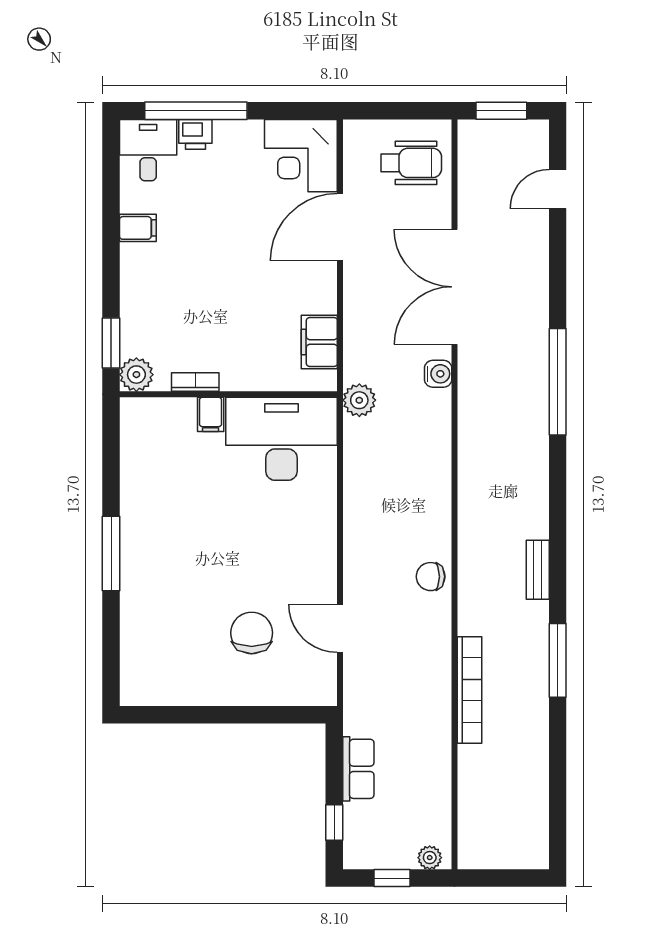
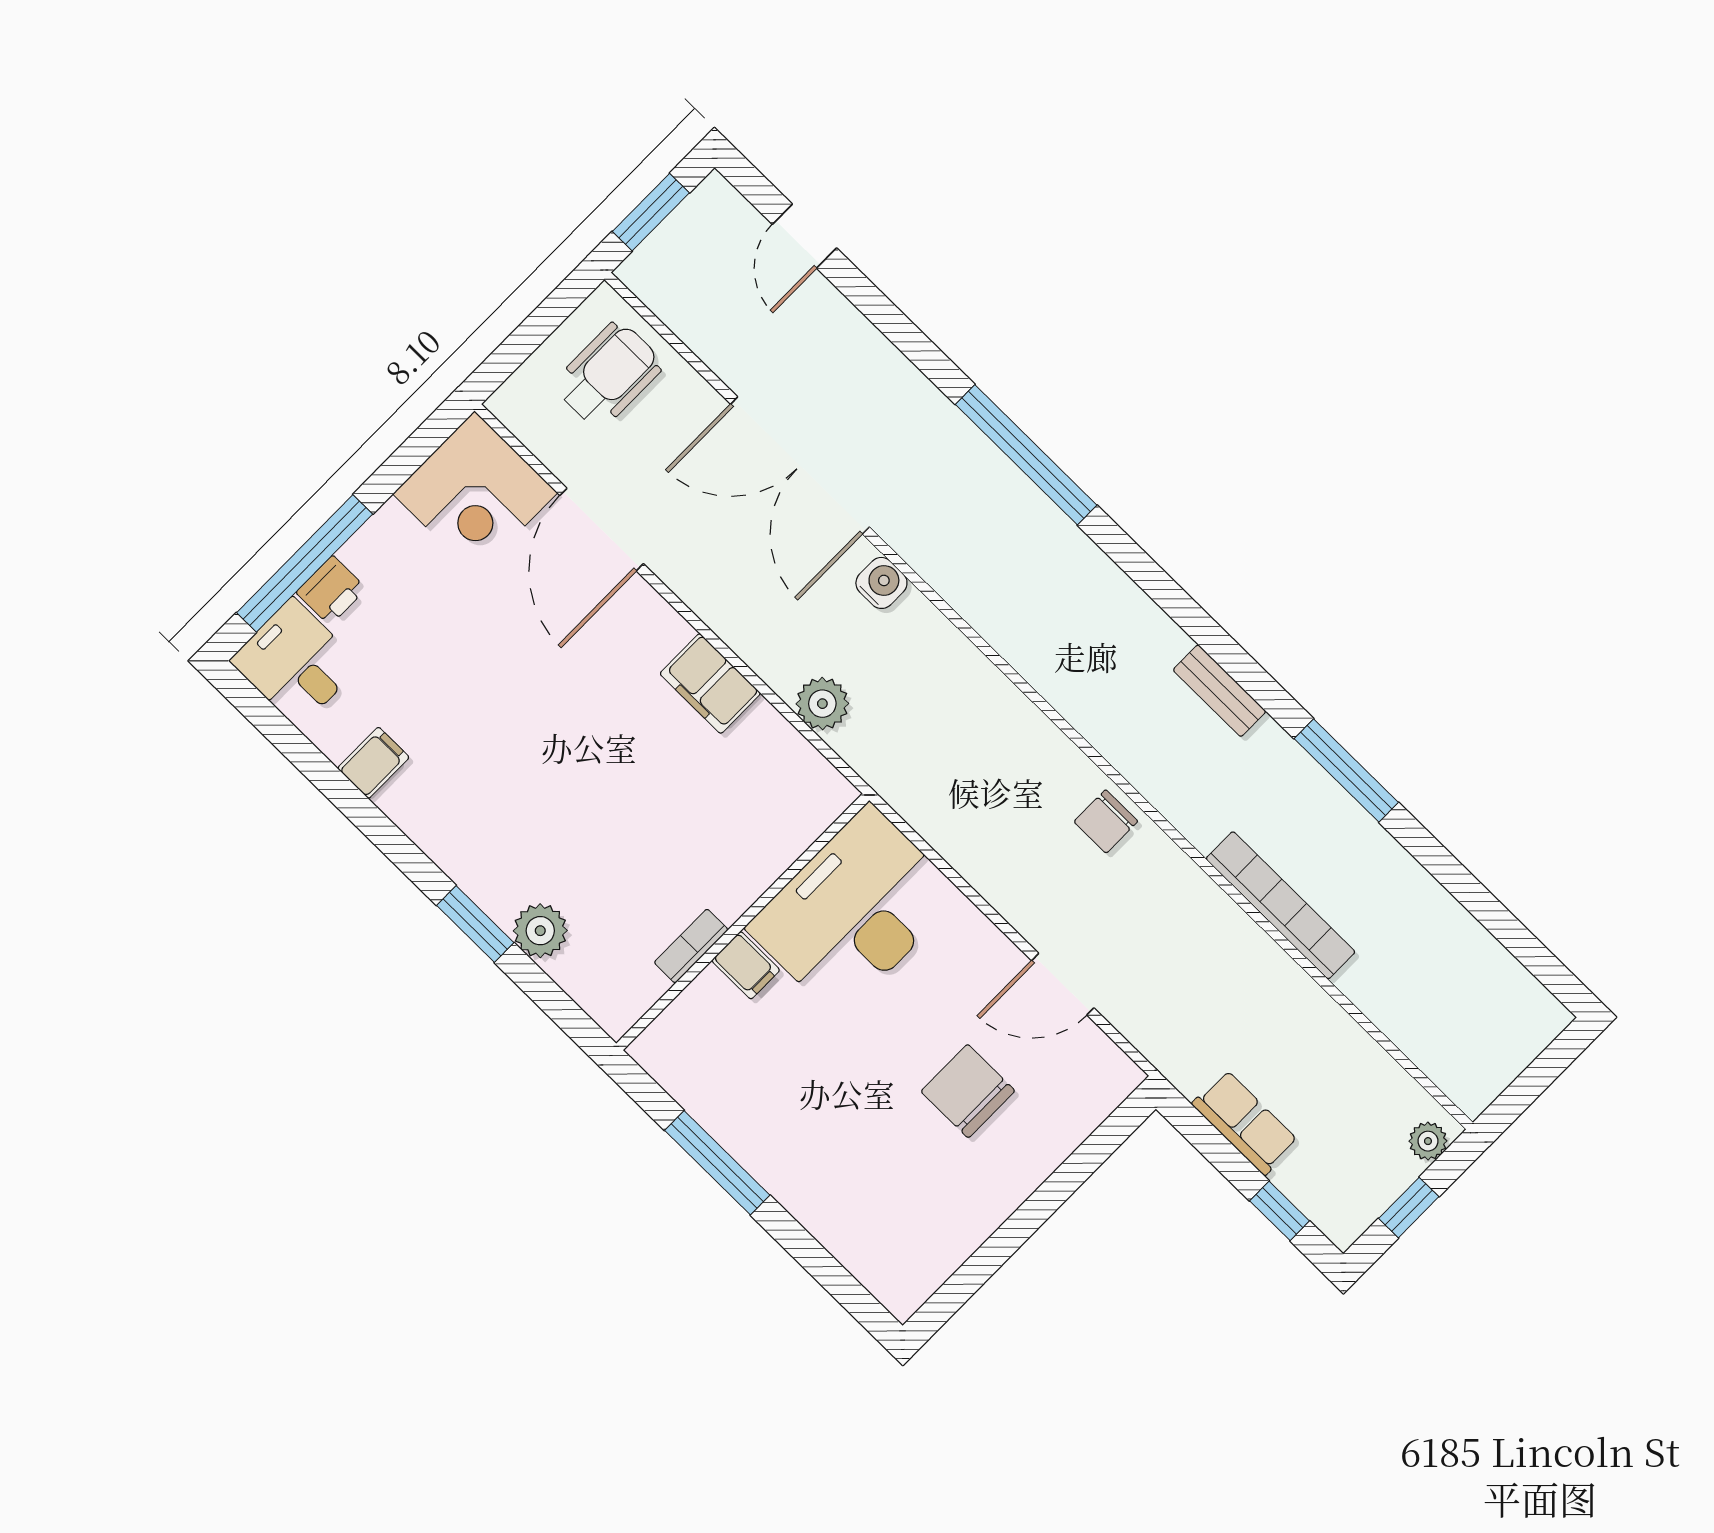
bookcase: (195, 382) -> (691, 946), moved
wall: (228, 394) -> (743, 922), moved
filing cabinet: (211, 414) -> (746, 965), moved
desk: (281, 439) -> (854, 911), moved

